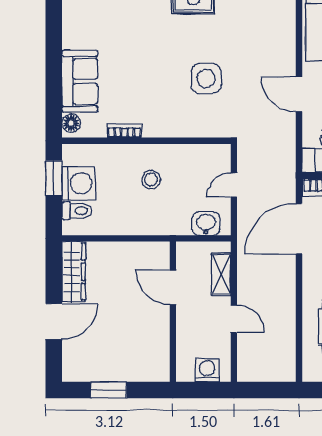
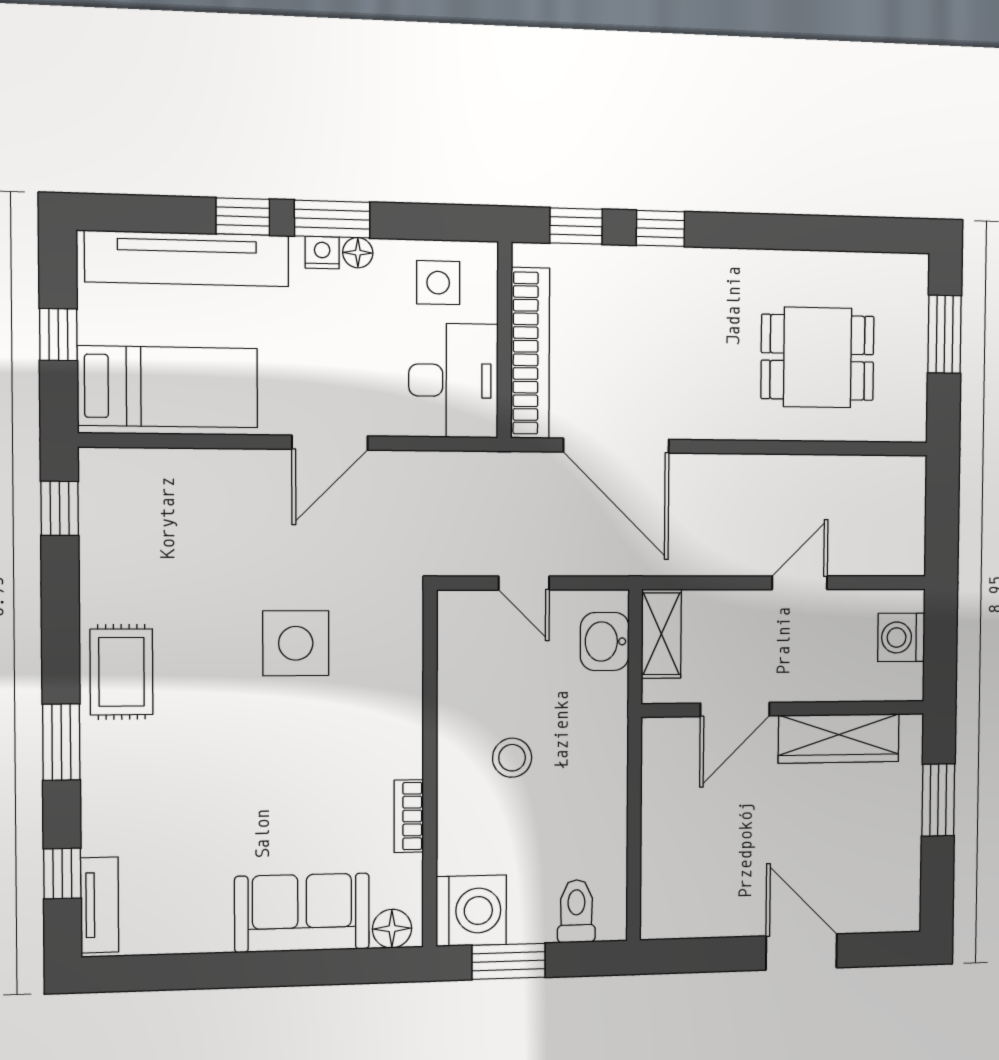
washing machine: (79, 183) -> (471, 911), moved, turned 90
wardrobe: (74, 272) -> (839, 738), moved, turned 180
shelving: (221, 274) -> (661, 634), moved, turned 90
window: (109, 390) -> (938, 800), moved

